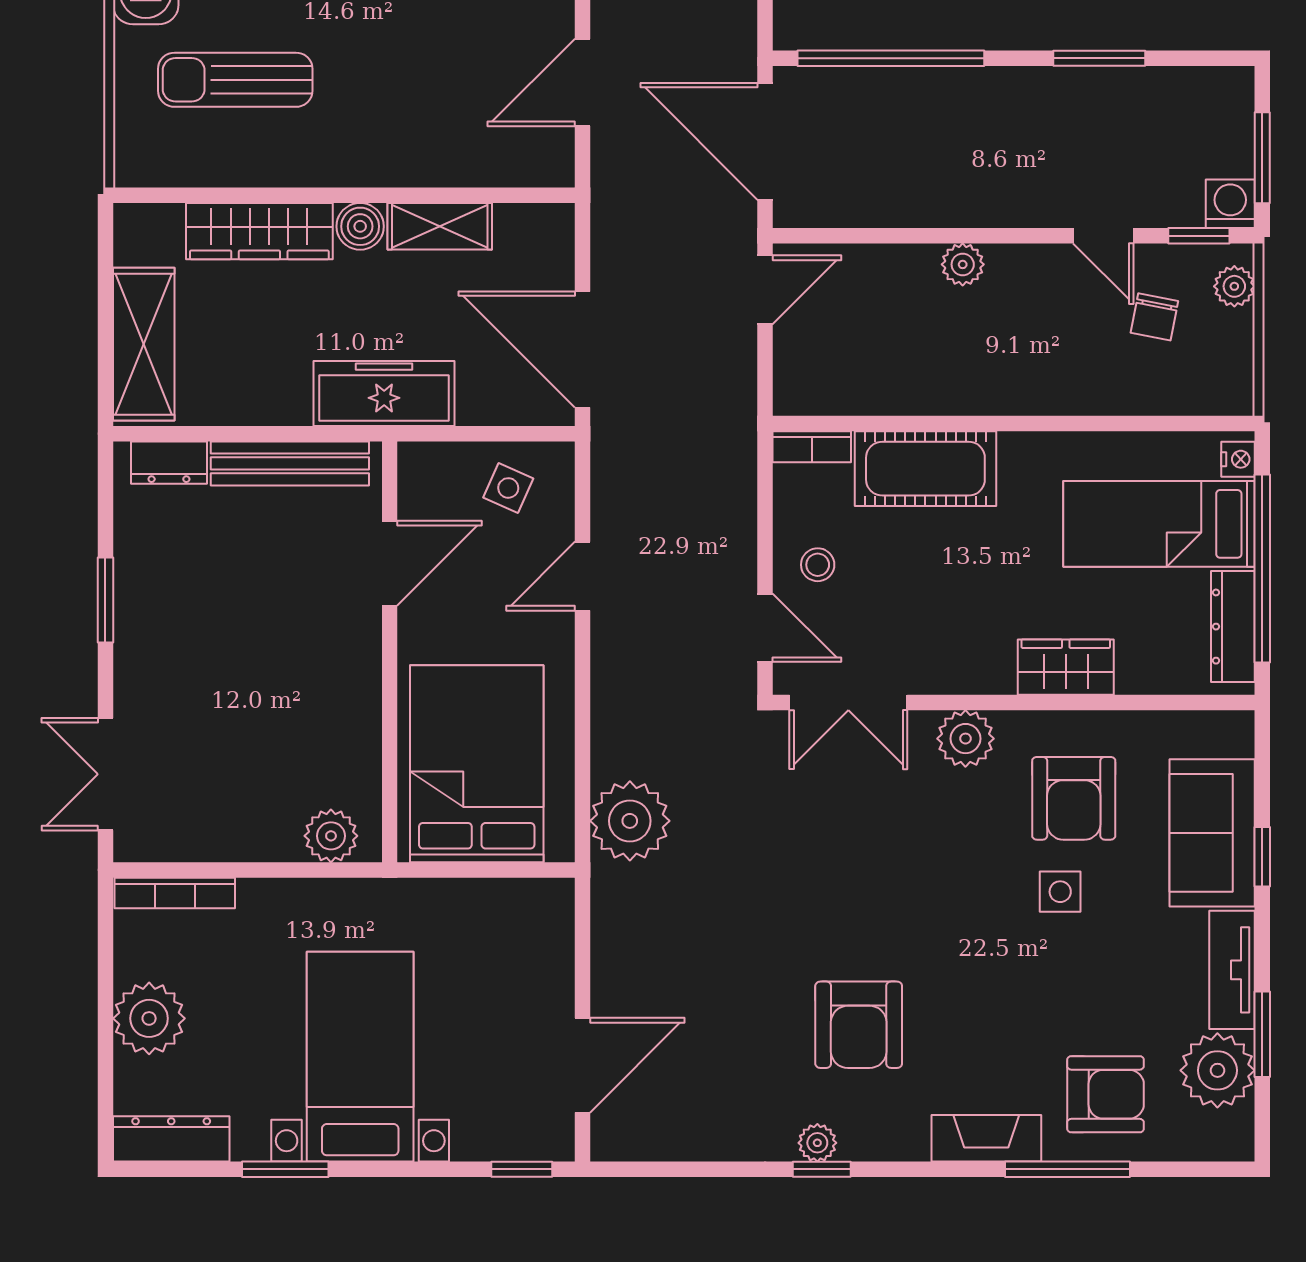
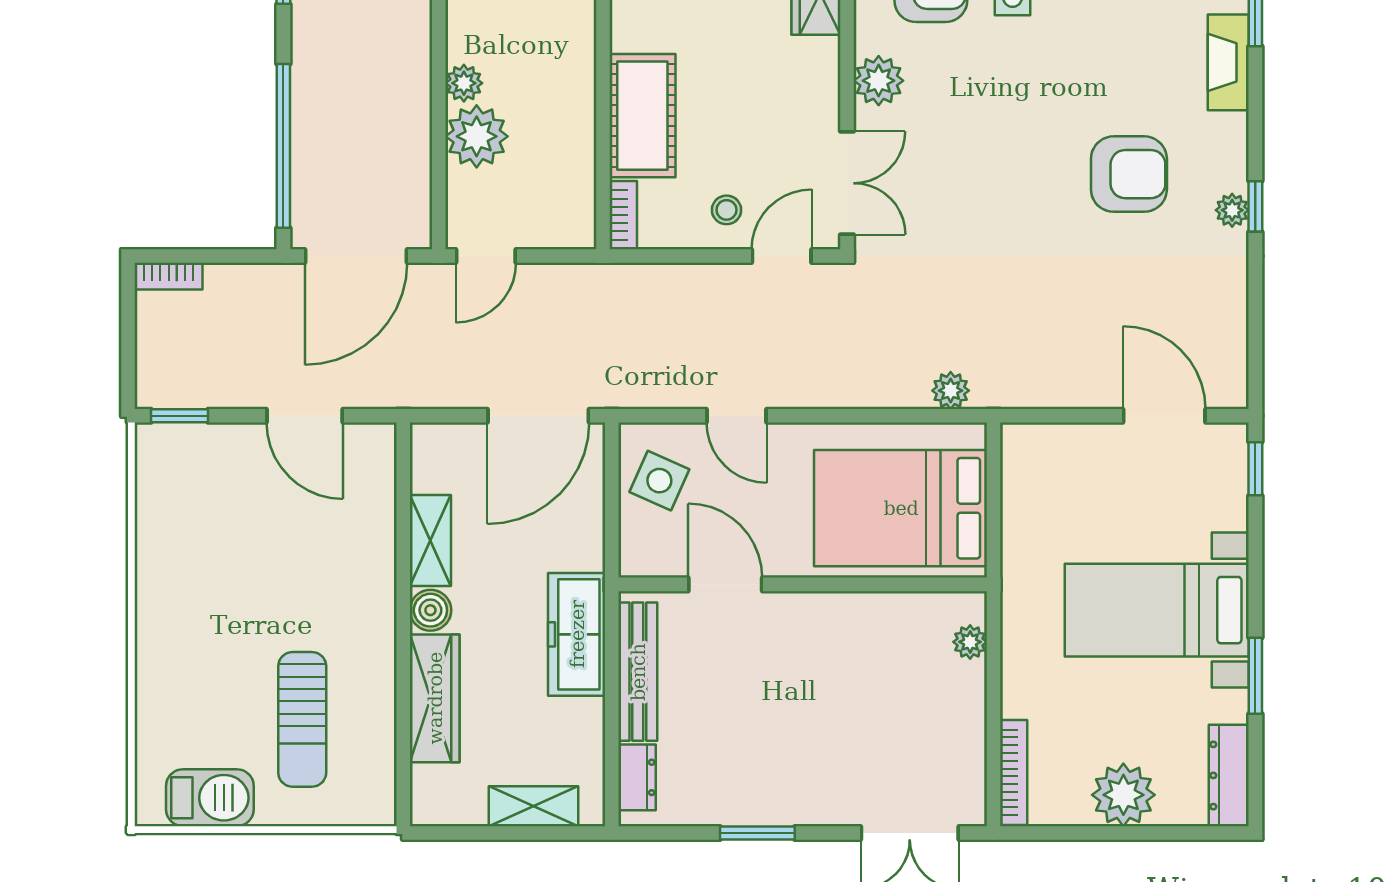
plant: (902, 279) -> (477, 136), added
door: (765, 290) -> (486, 256), swing flipped
shelving: (144, 344) -> (534, 806), width x0.67, depth x0.75
freezer: (384, 393) -> (577, 634), moved
side table: (508, 488) -> (659, 481), width x1.37, depth x1.37
plant: (630, 821) -> (951, 391), width x0.53, depth x0.53
plant: (331, 836) -> (970, 642), width x0.73, depth x0.73

